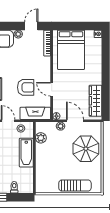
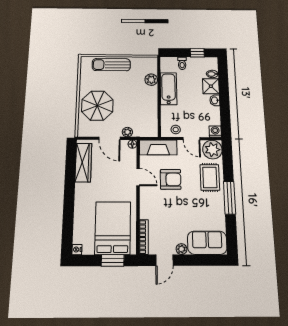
window: (71, 26) -> (113, 260), added
armchair: (26, 87) -> (171, 179), turned 180
plant: (41, 138) -> (151, 80), moved
bathtub: (26, 153) -> (168, 89), moved

